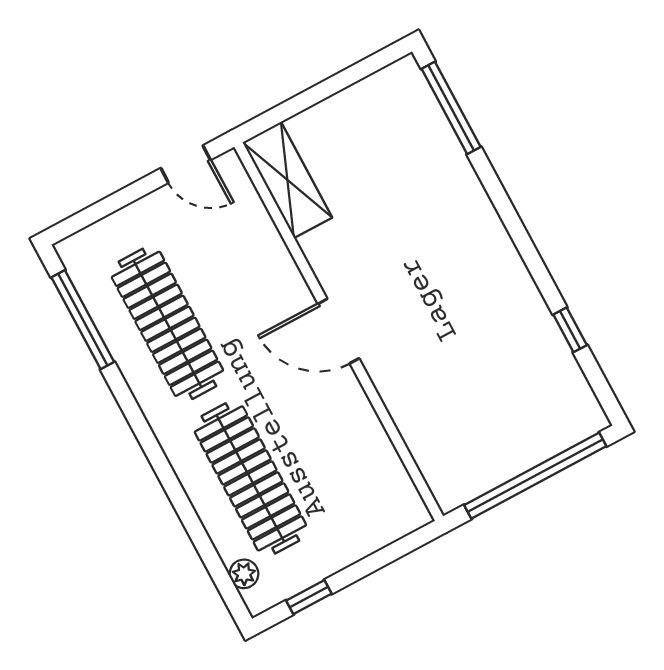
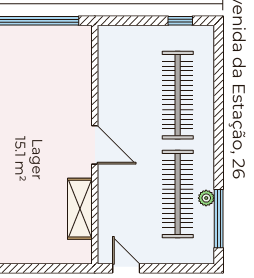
shelving: (287, 180) -> (80, 209), moved
plant: (244, 574) -> (206, 198), moved

